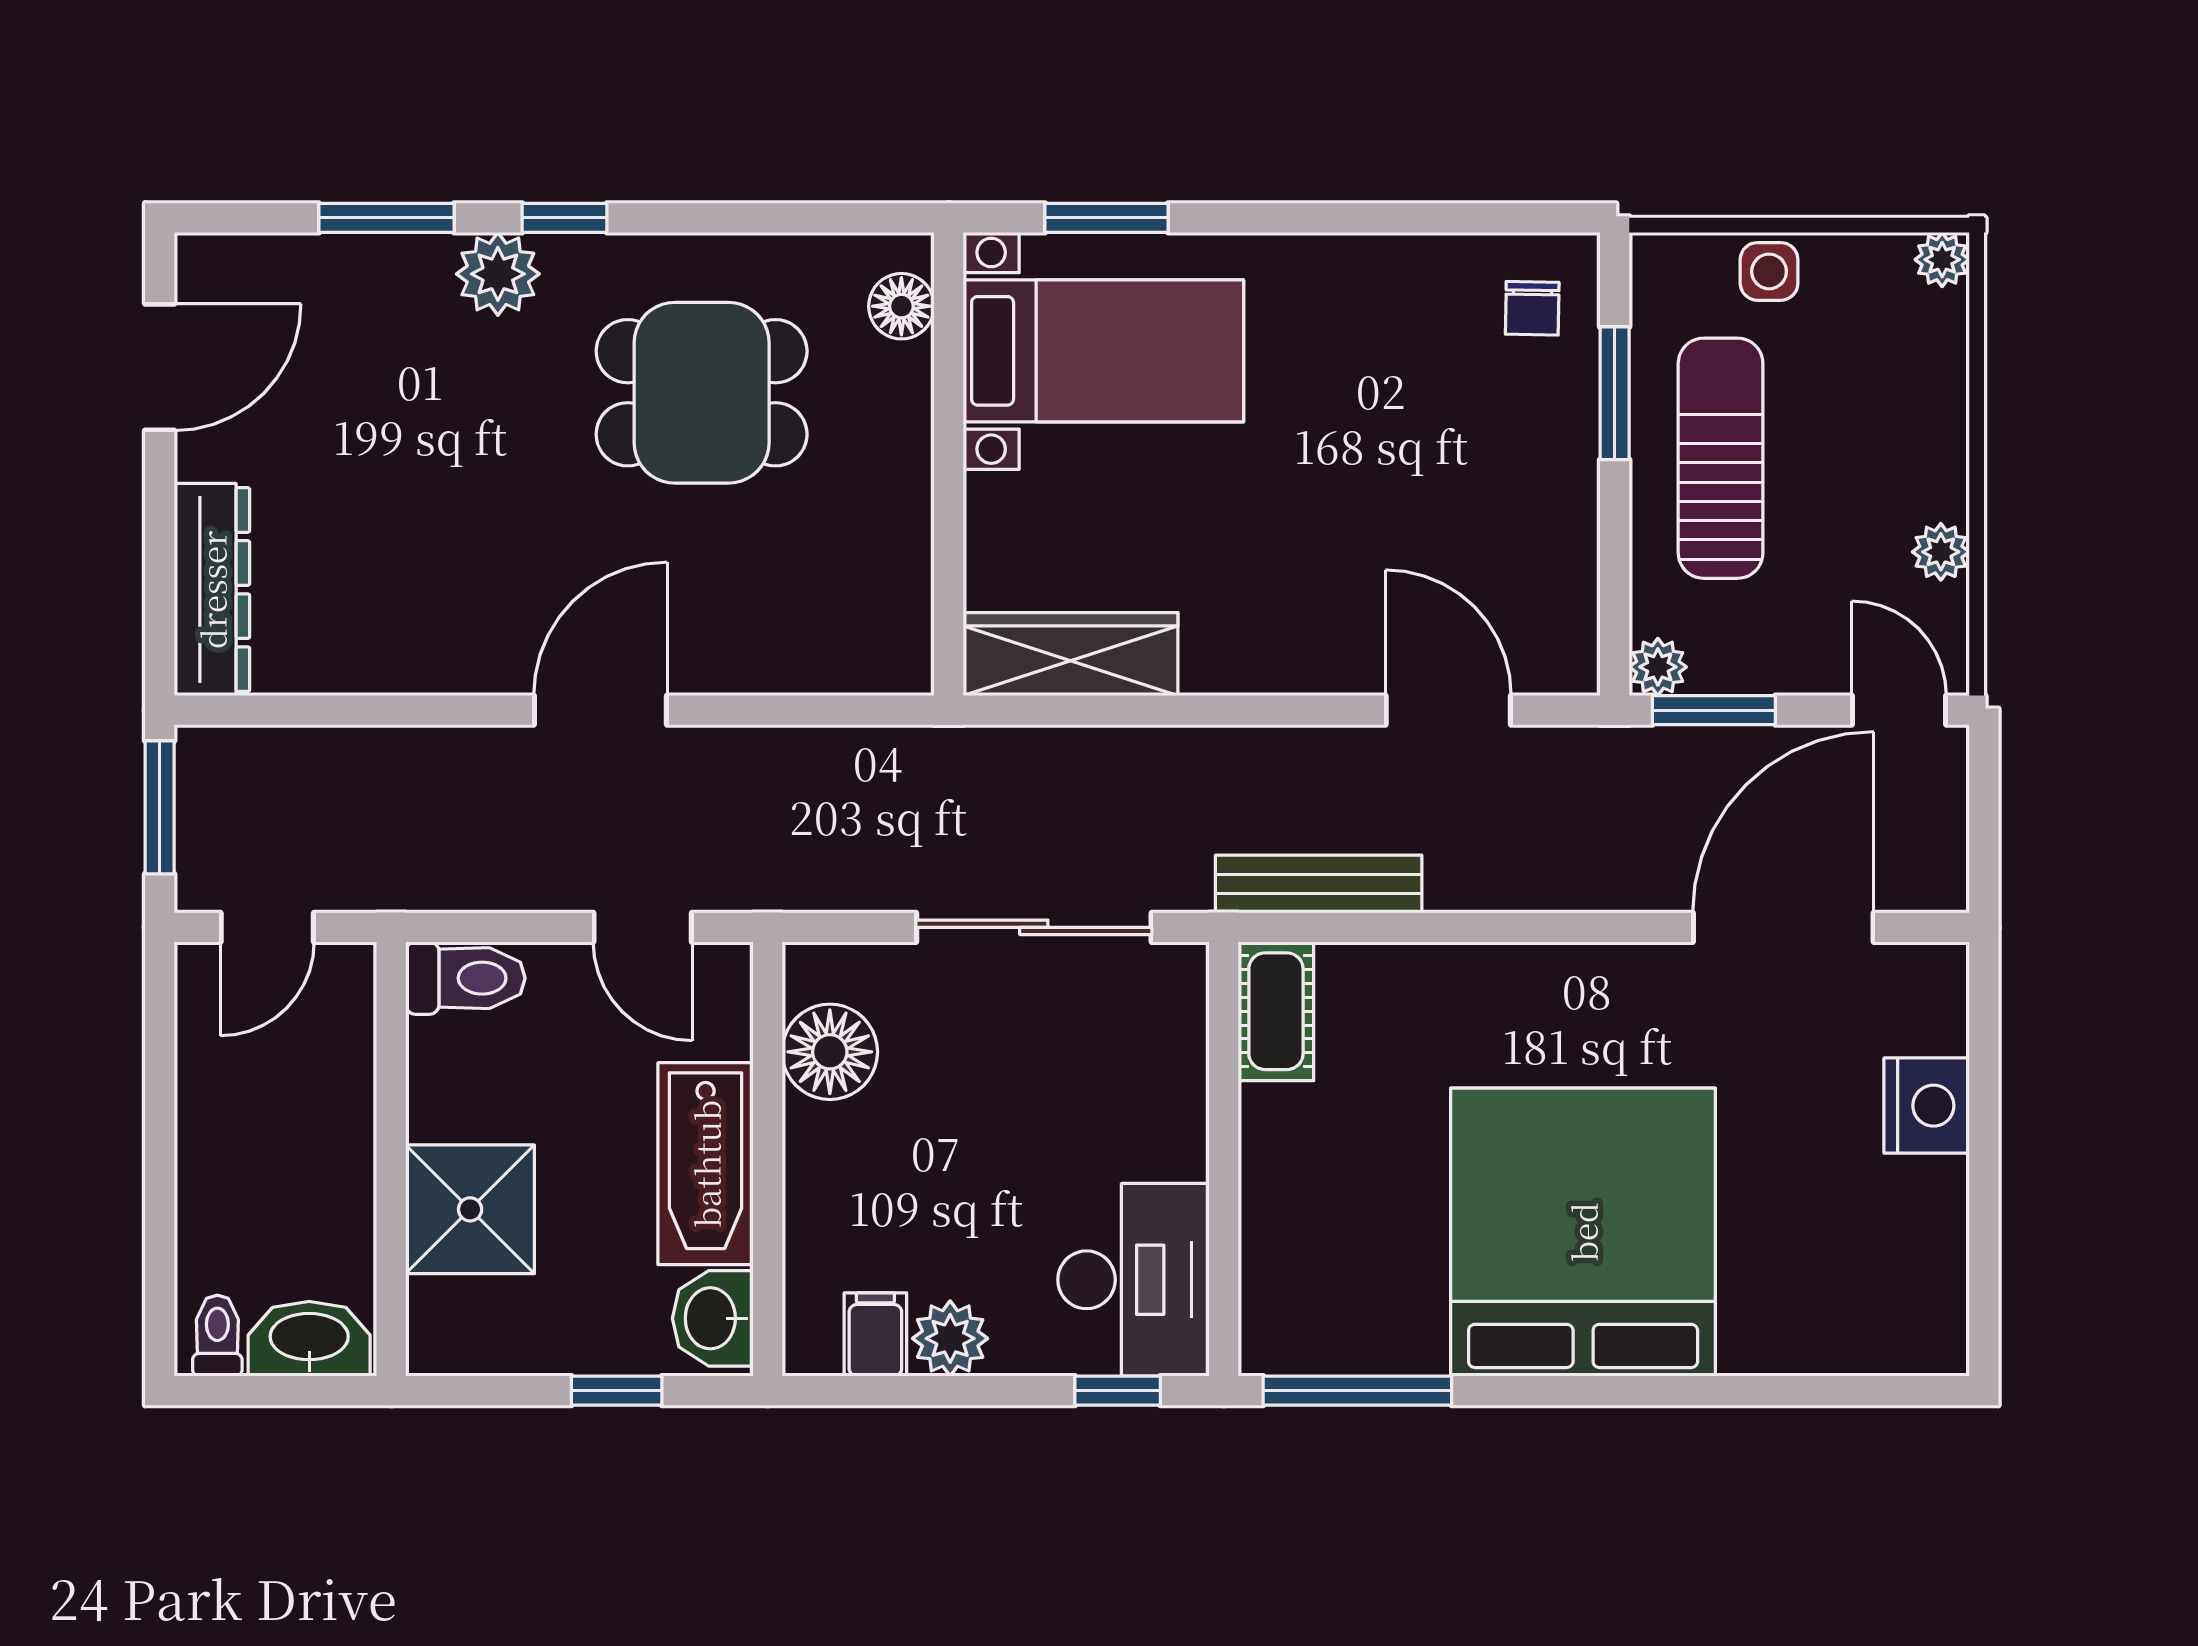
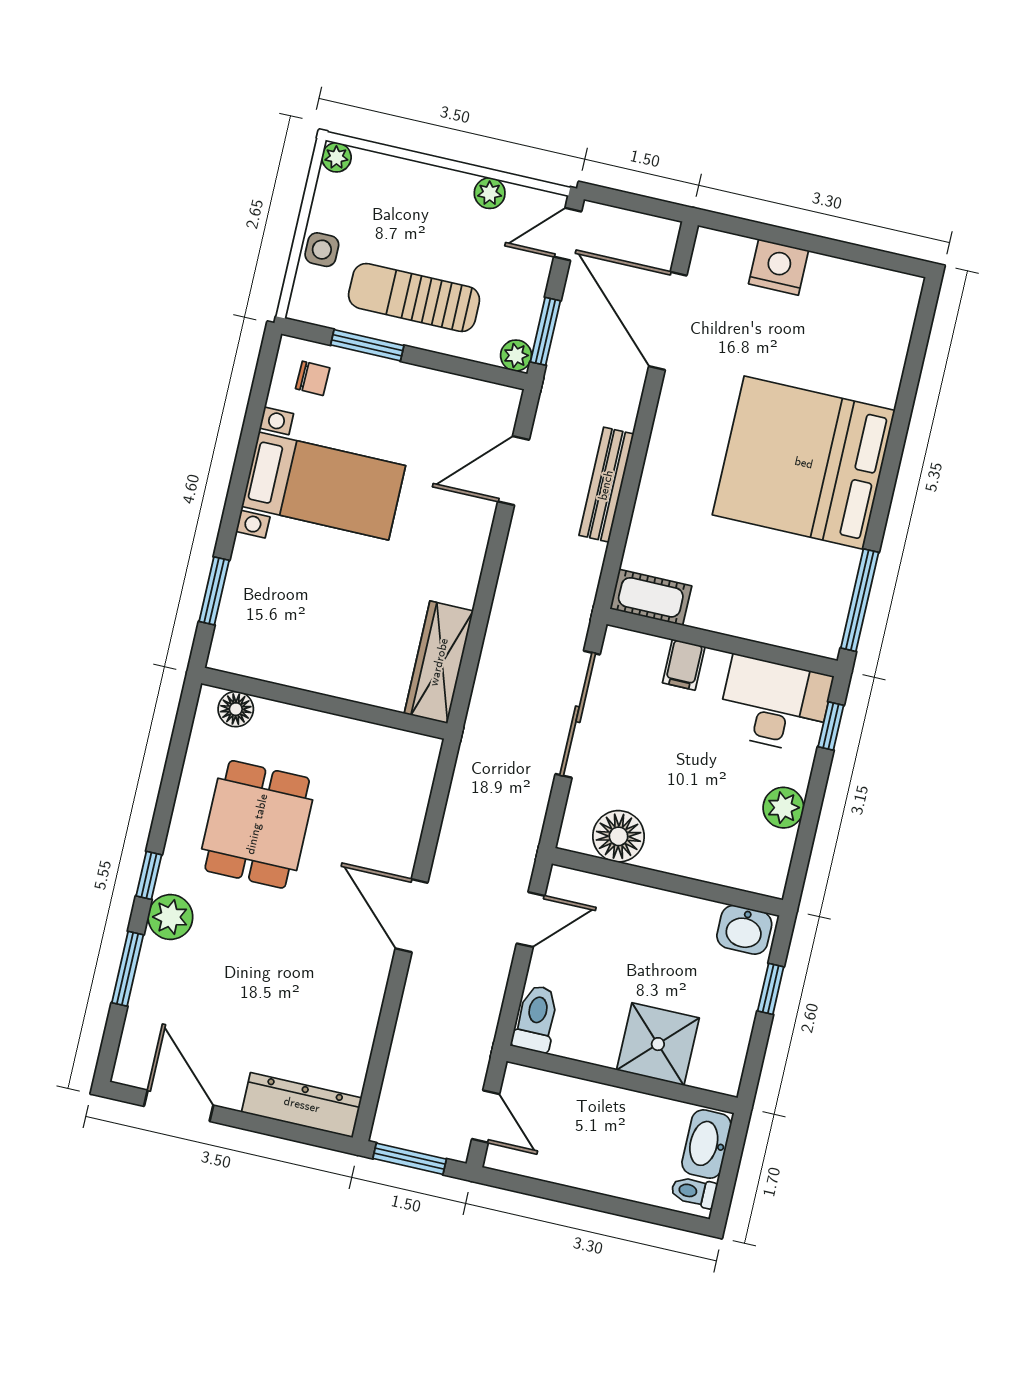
bed with nightstands: (1103, 351) -> (324, 486), moved, turned 90
bench: (1319, 884) -> (606, 485), moved
bathtub: (706, 1164) -> (662, 915), removed
filing cabinet: (875, 1334) -> (684, 665), moved, turned -90

